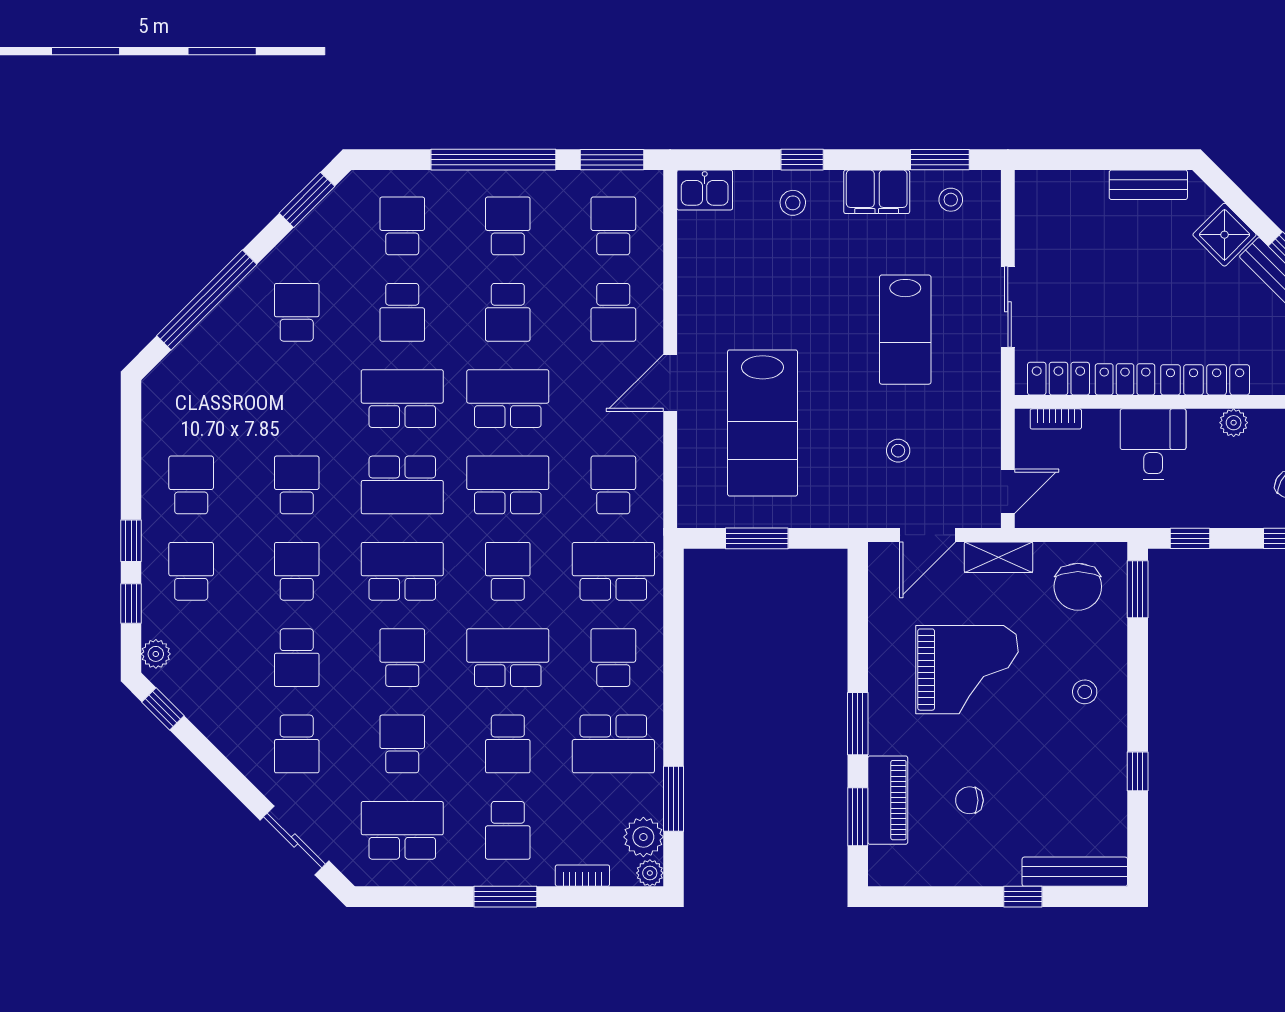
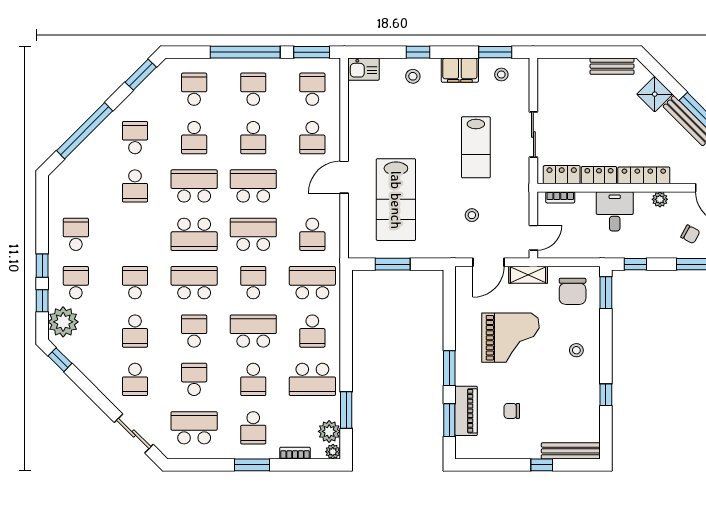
school desk: (297, 485) -> (135, 186), moved, turned 180
school desk: (613, 485) -> (312, 234), turned 180
plant: (156, 654) -> (63, 322), width x1.87, depth x1.87
school desk: (613, 658) -> (312, 331), turned 180

